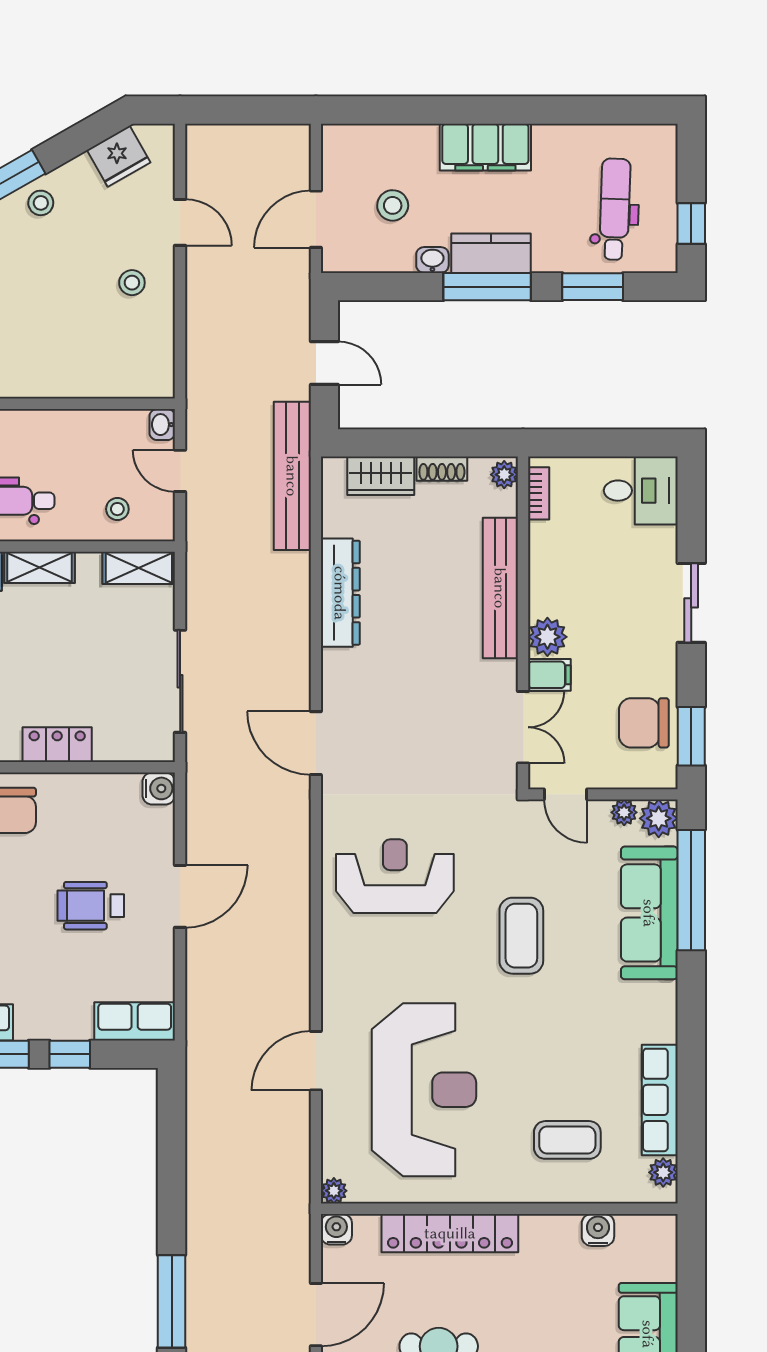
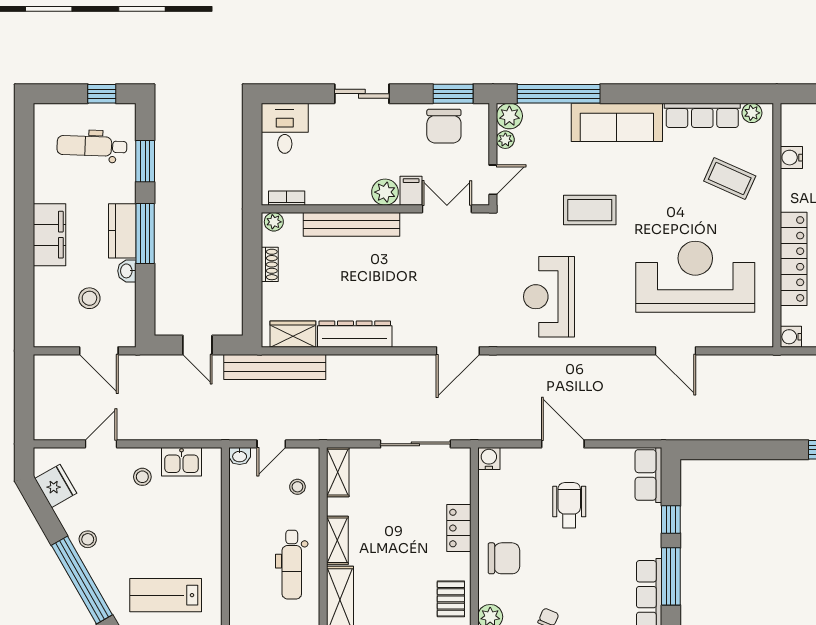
kitchen sink: (154, 340) -> (182, 462), added
door: (324, 363) -> (197, 345), swing flipped
wardrobe: (381, 476) -> (293, 334), moved, turned -90
wheelchair: (91, 906) -> (569, 505), turned 180
sofa: (649, 913) -> (617, 122), moved
coffee table: (567, 1140) -> (730, 179), turned -66
plant: (334, 1191) -> (764, 338), removed

